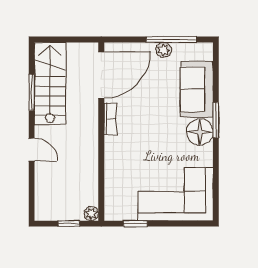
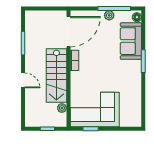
stairs: (50, 83) -> (56, 75), moved, turned 180
floor lamp: (200, 132) -> (137, 17), moved, width x0.53, depth x0.53
corner sofa: (176, 194) -> (95, 109), moved
plant: (91, 214) -> (62, 108), moved

